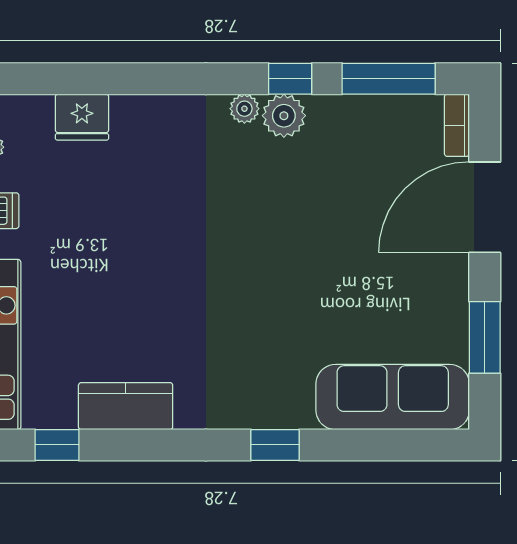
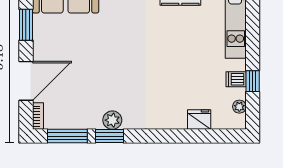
window: (290, 79) -> (110, 136), width x1.50
plant: (244, 109) -> (129, 123), removed

